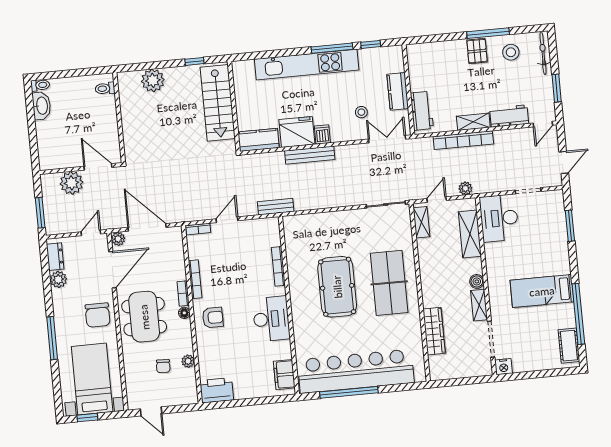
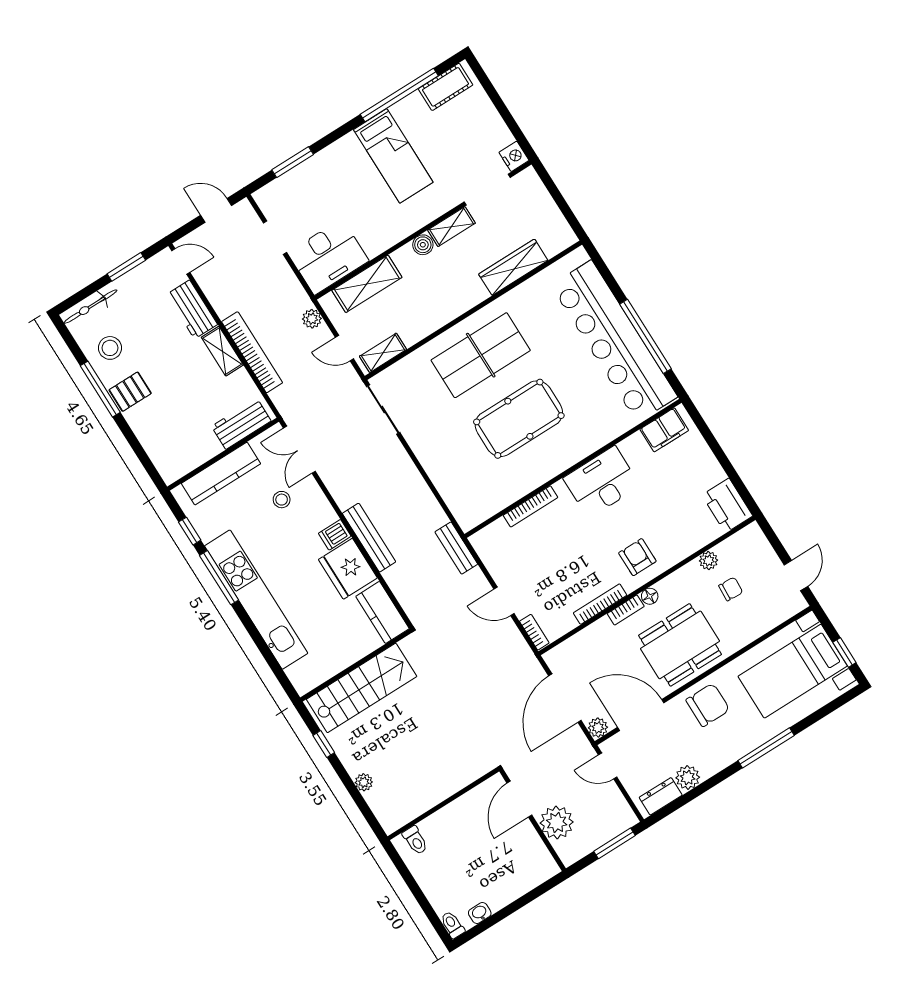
plant: (153, 80) -> (364, 782), width x0.53, depth x0.53
kitchen counter: (398, 91) -> (221, 474), width x1.50
washbasin: (42, 106) -> (480, 913), width x0.52, depth x0.69

